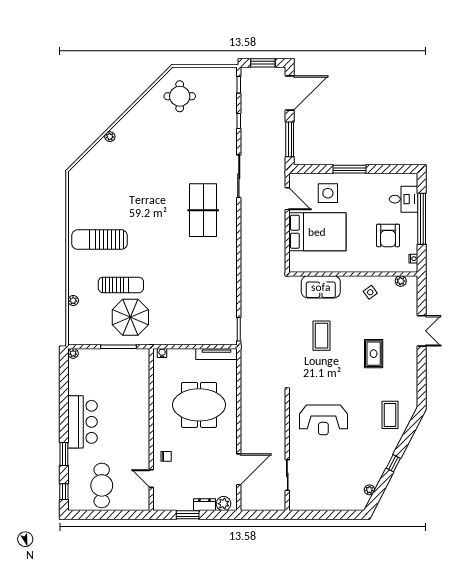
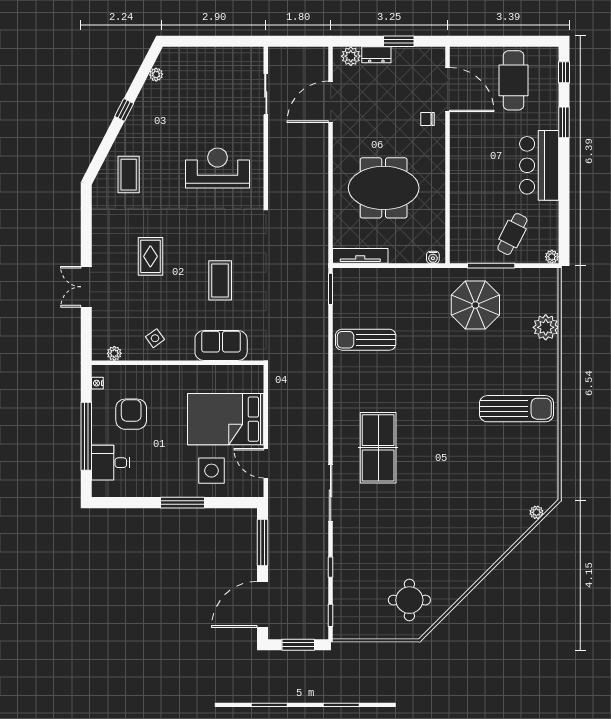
plant: (110, 137) -> (536, 512), moved
sun lounger: (121, 285) -> (366, 340), moved
plant: (73, 300) -> (546, 327), width x1.88, depth x1.88
cafe table: (103, 370) -> (512, 234), added
door: (151, 479) -> (447, 90), width x1.88

